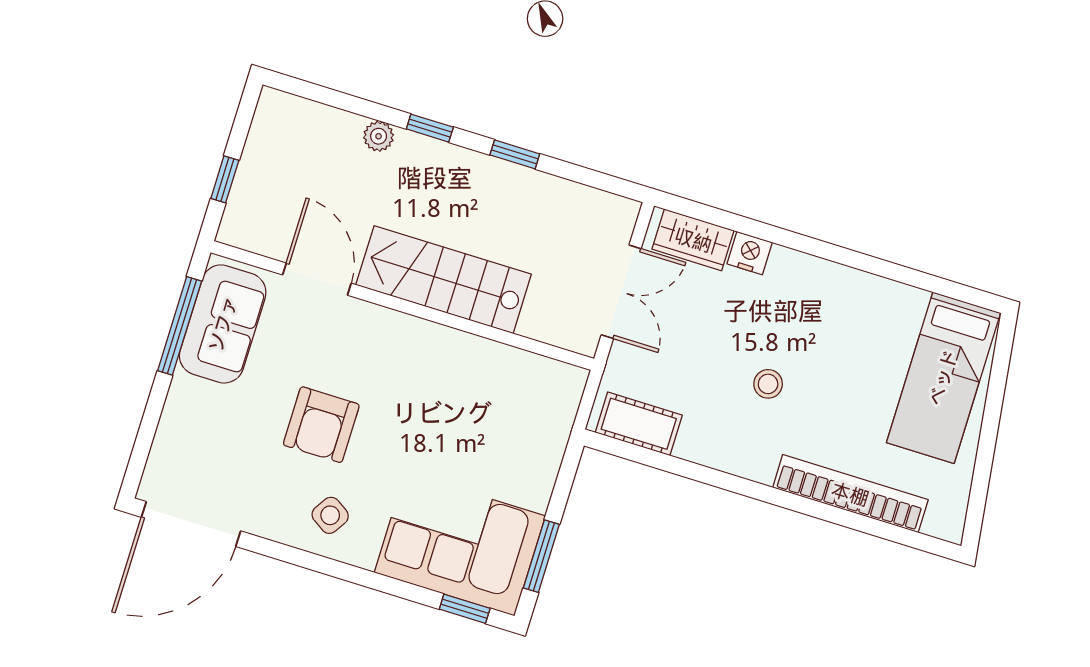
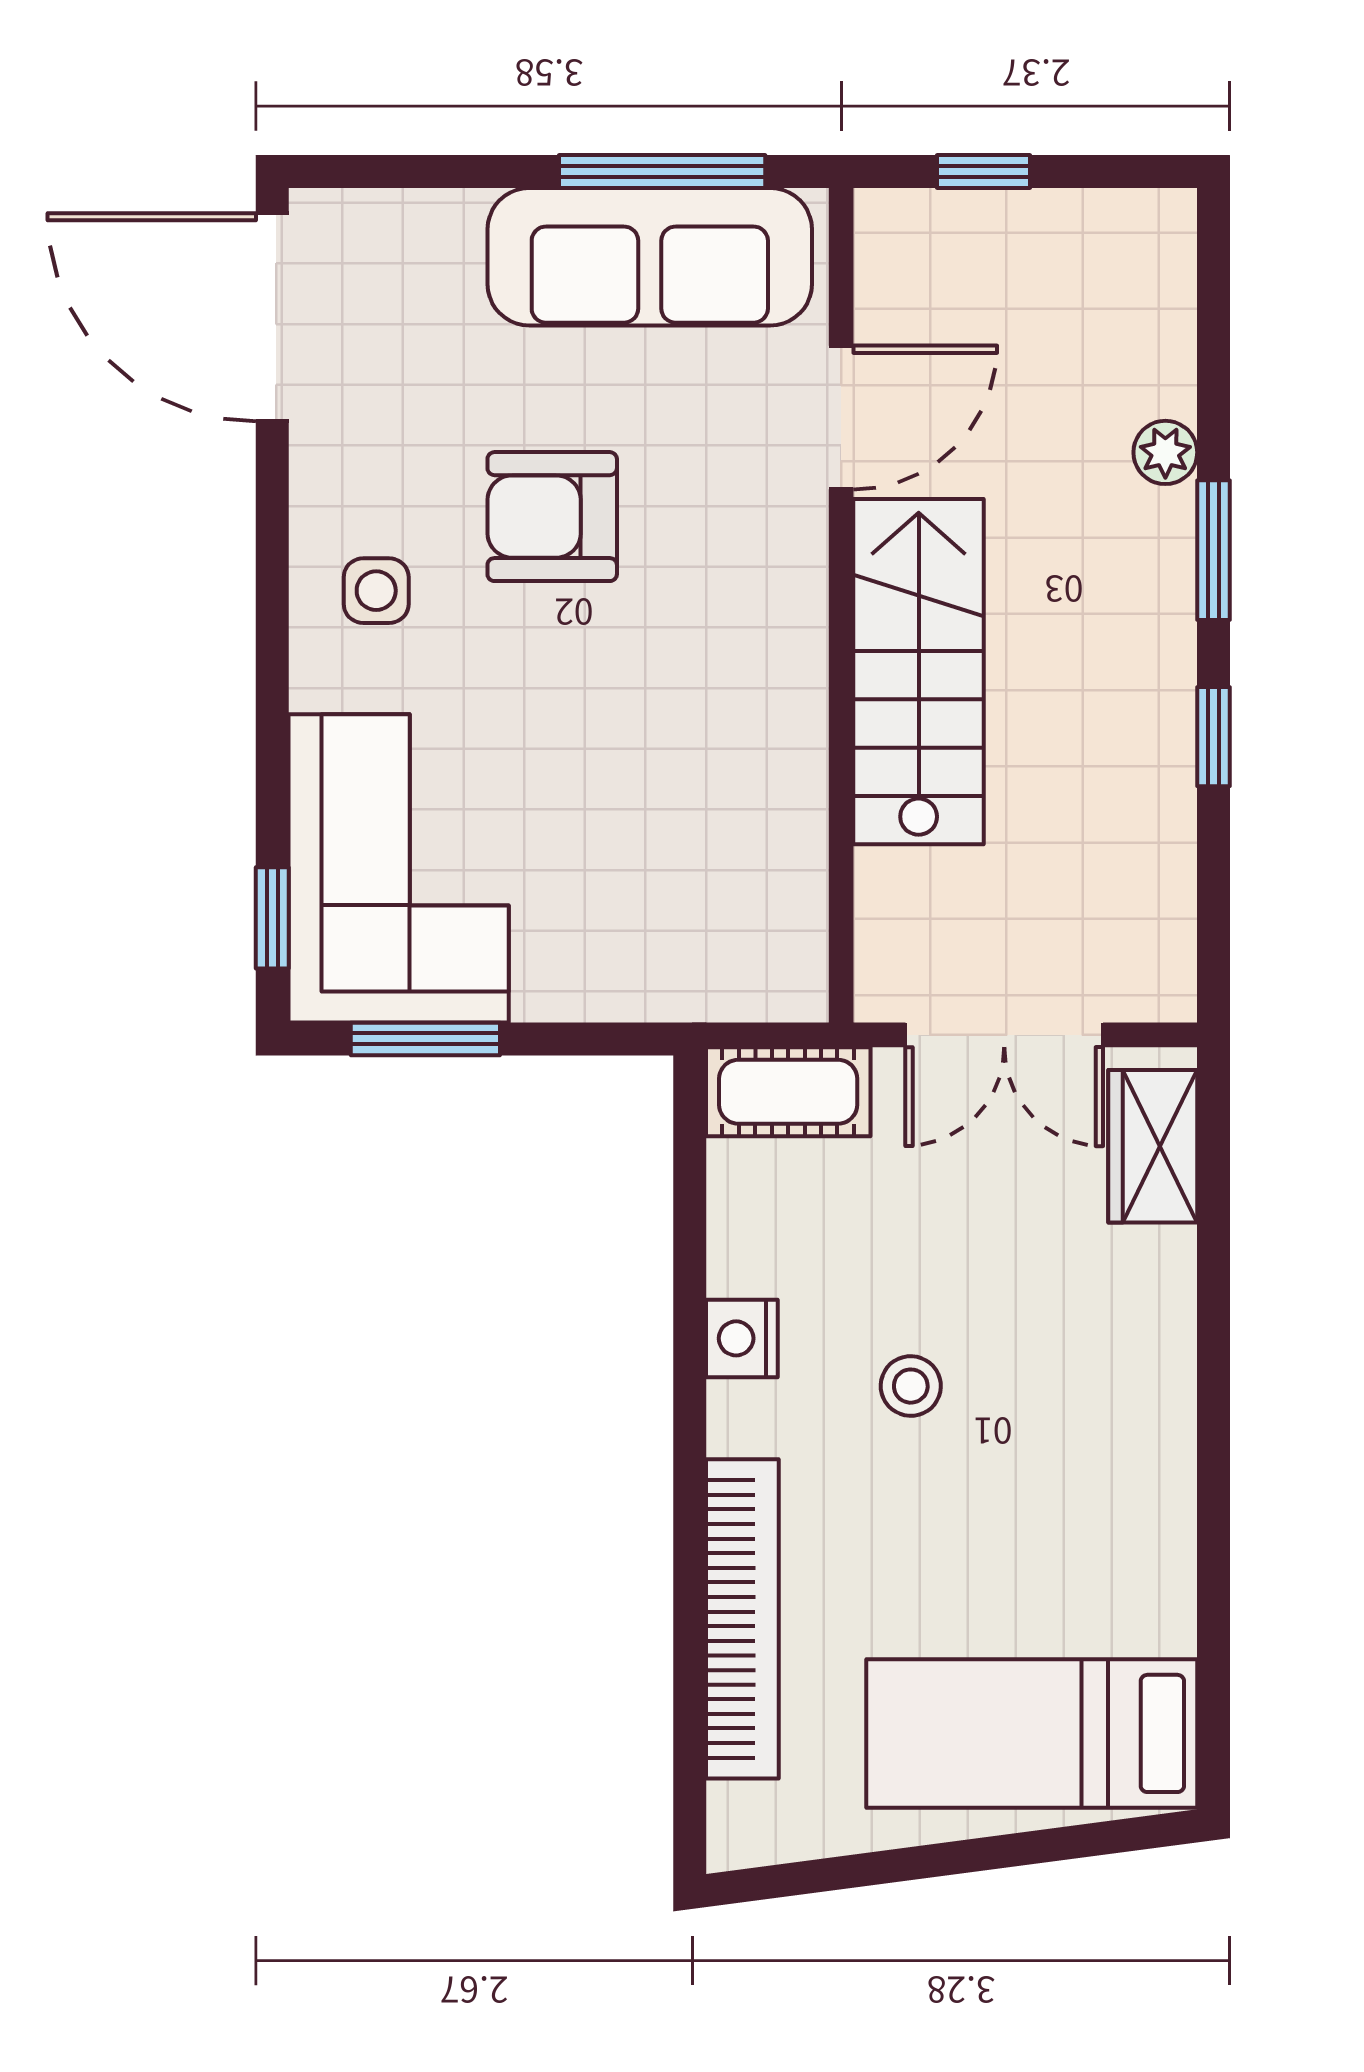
window: (430, 128) -> (1213, 550), width x1.50
nightstand: (750, 253) -> (742, 1338), moved, turned 180
sofa: (223, 324) -> (650, 257), width x1.36
cot: (639, 424) -> (788, 1092), moved, turned 90
side table: (330, 515) -> (376, 591), turned -33

